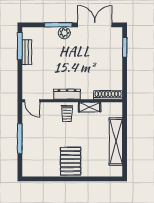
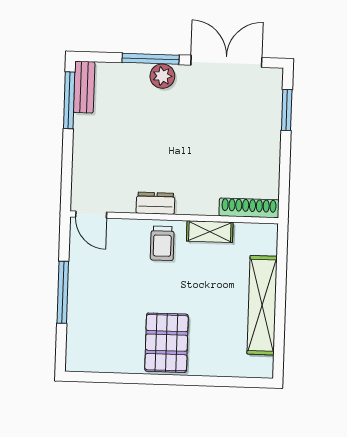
bench: (27, 52) -> (84, 87), moved
dresser: (67, 94) -> (155, 203), width x0.70

